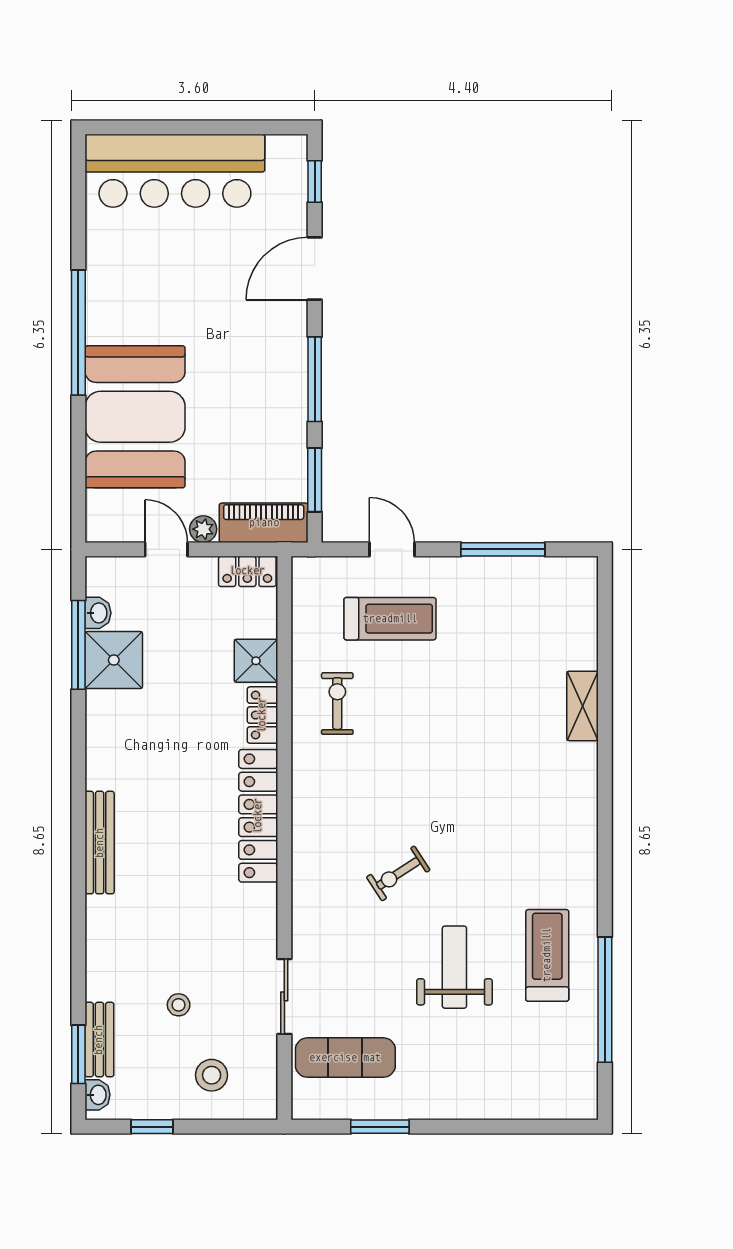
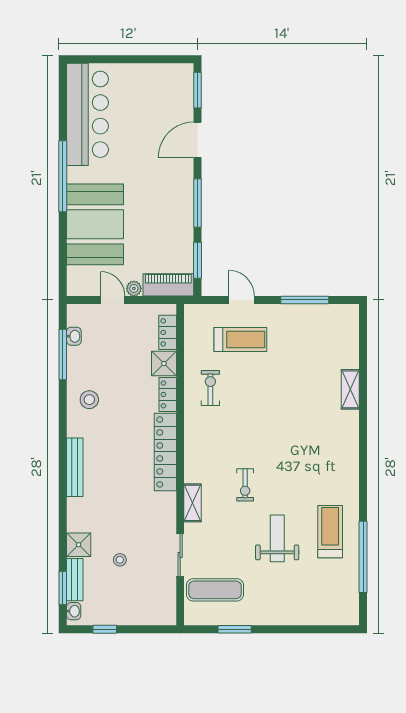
bar counter: (175, 171) -> (87, 114), moved, turned -90
window: (315, 182) -> (197, 90), width x1.50
locker: (247, 571) -> (168, 332), moved, turned 90
shower: (114, 660) -> (79, 545), moved, width x0.73, depth x0.73
exercise bike: (398, 873) -> (245, 485), turned -57
shelving: (306, 905) -> (193, 503), added
stool: (212, 1075) -> (89, 400), moved

